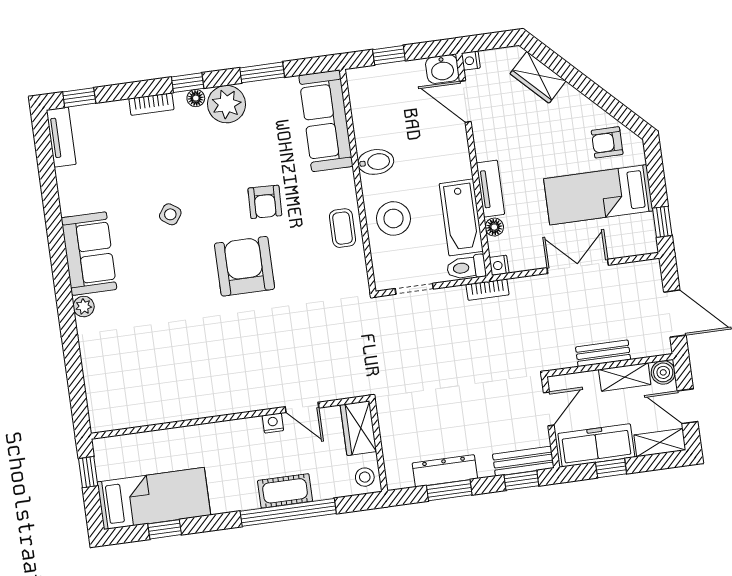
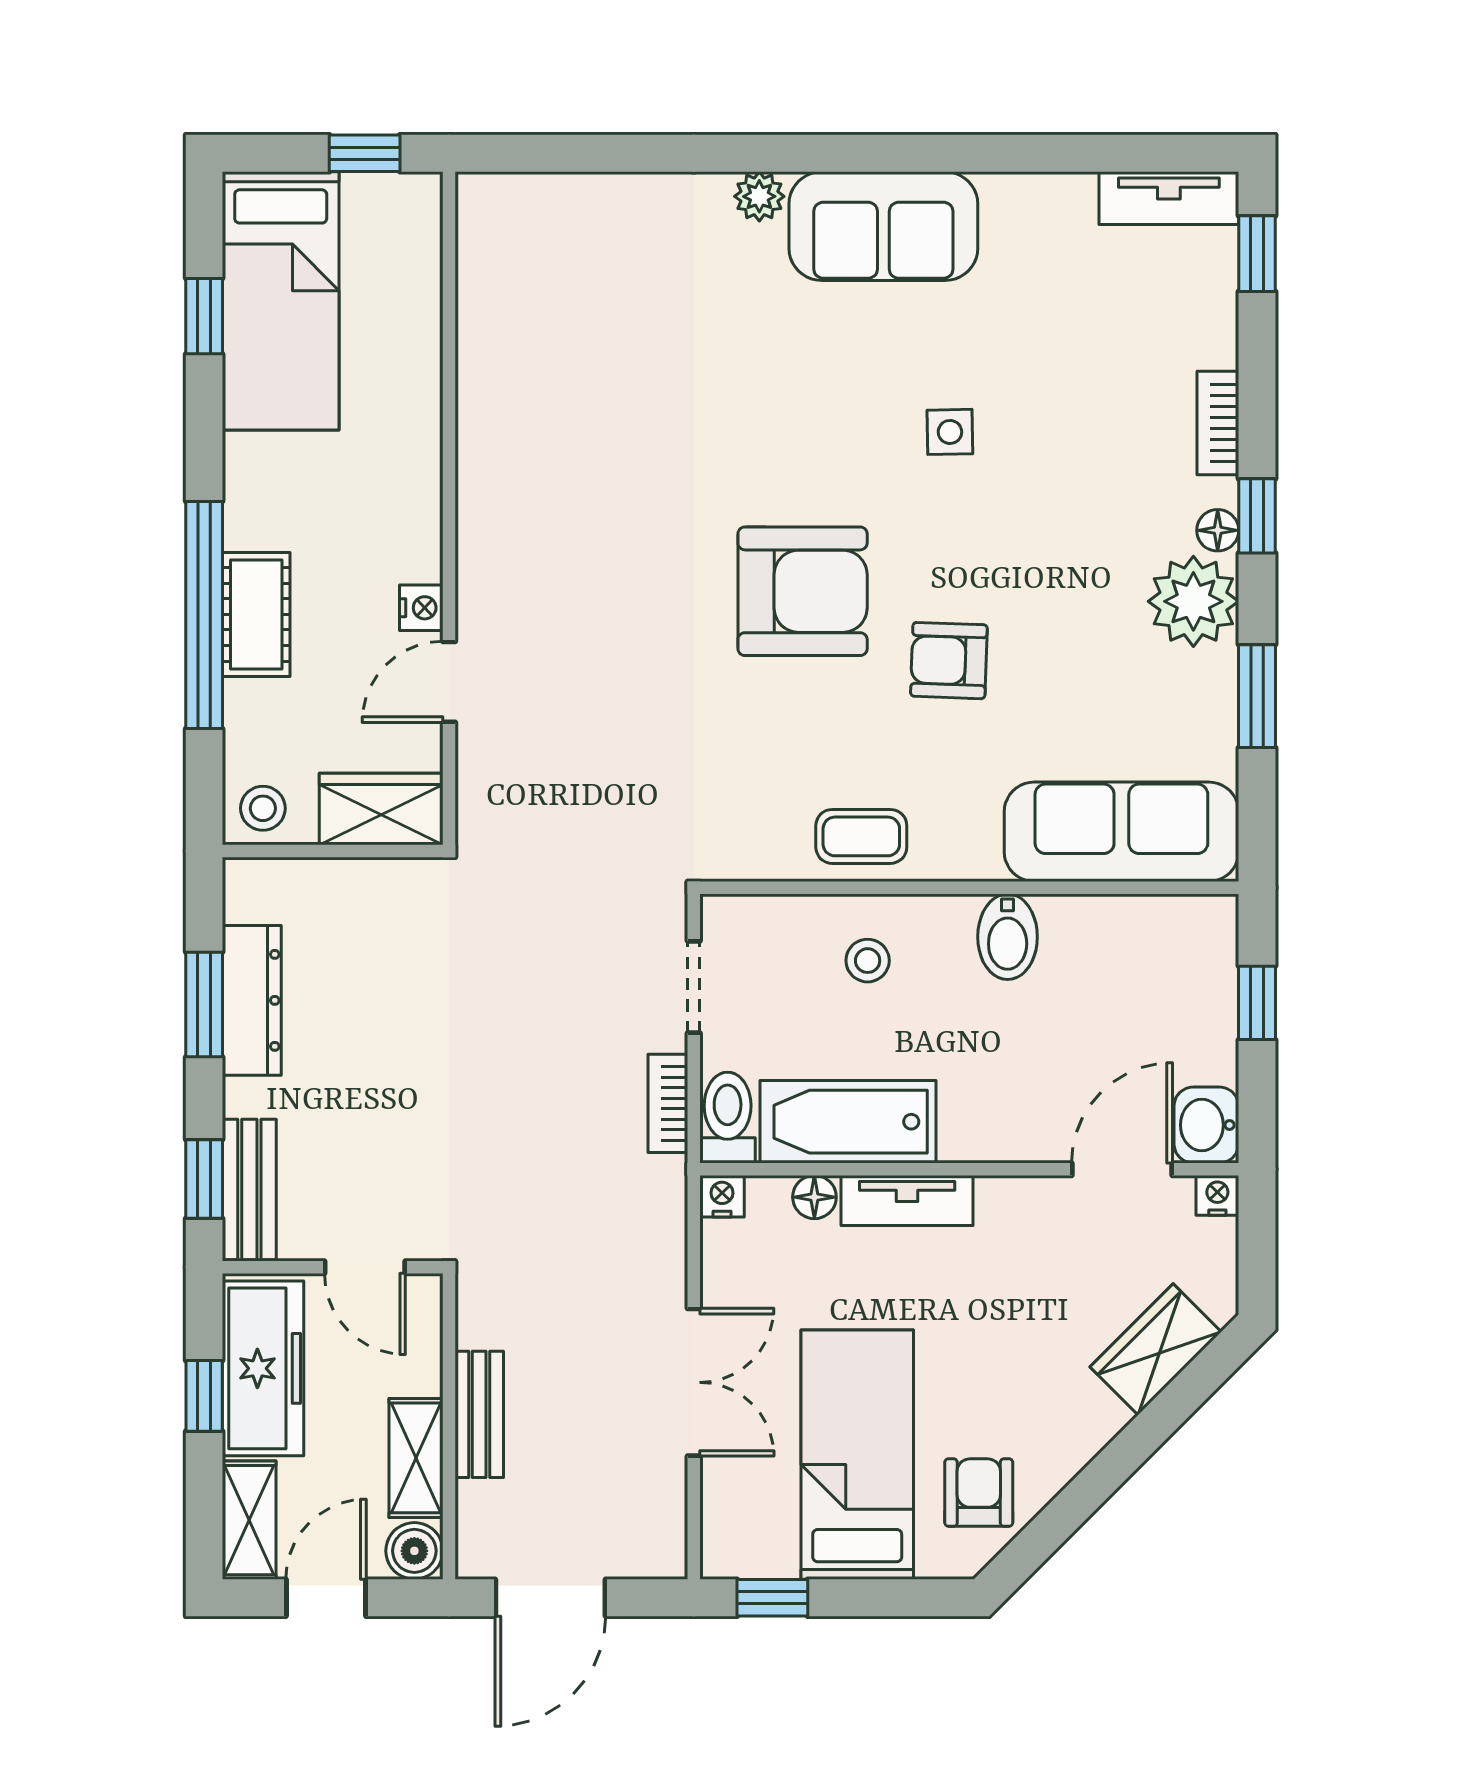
side table: (170, 214) -> (950, 432), turned -36
stool: (393, 218) -> (868, 961), width x0.53, depth x0.53
bookcase: (487, 290) -> (668, 1103), moved

